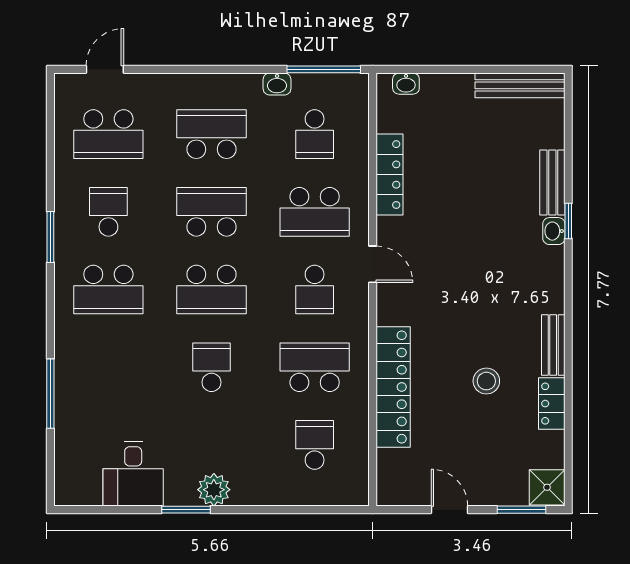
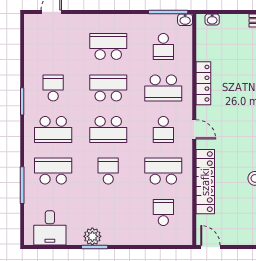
washbasin: (277, 84) -> (185, 20), moved
school desk: (108, 134) -> (53, 171), moved, turned 180
locker: (390, 175) -> (203, 83), moved
door: (373, 264) -> (194, 129), moved
desk: (133, 474) -> (50, 228), moved
plant: (214, 490) -> (92, 236), moved
door: (449, 510) -> (210, 247), moved

